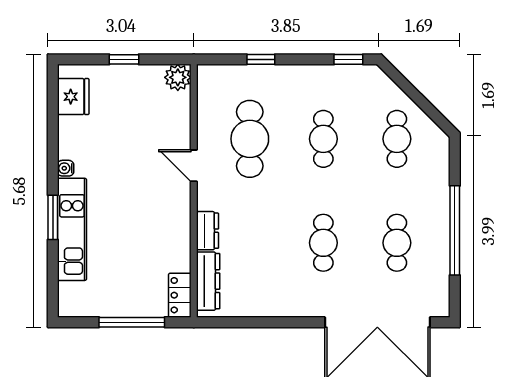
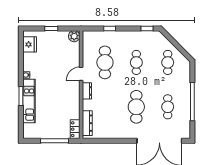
door: (194, 166) -> (81, 74), hinge flipped
dresser: (208, 231) -> (87, 91), moved
cafe table: (323, 243) -> (136, 107), width x1.37, depth x1.35

